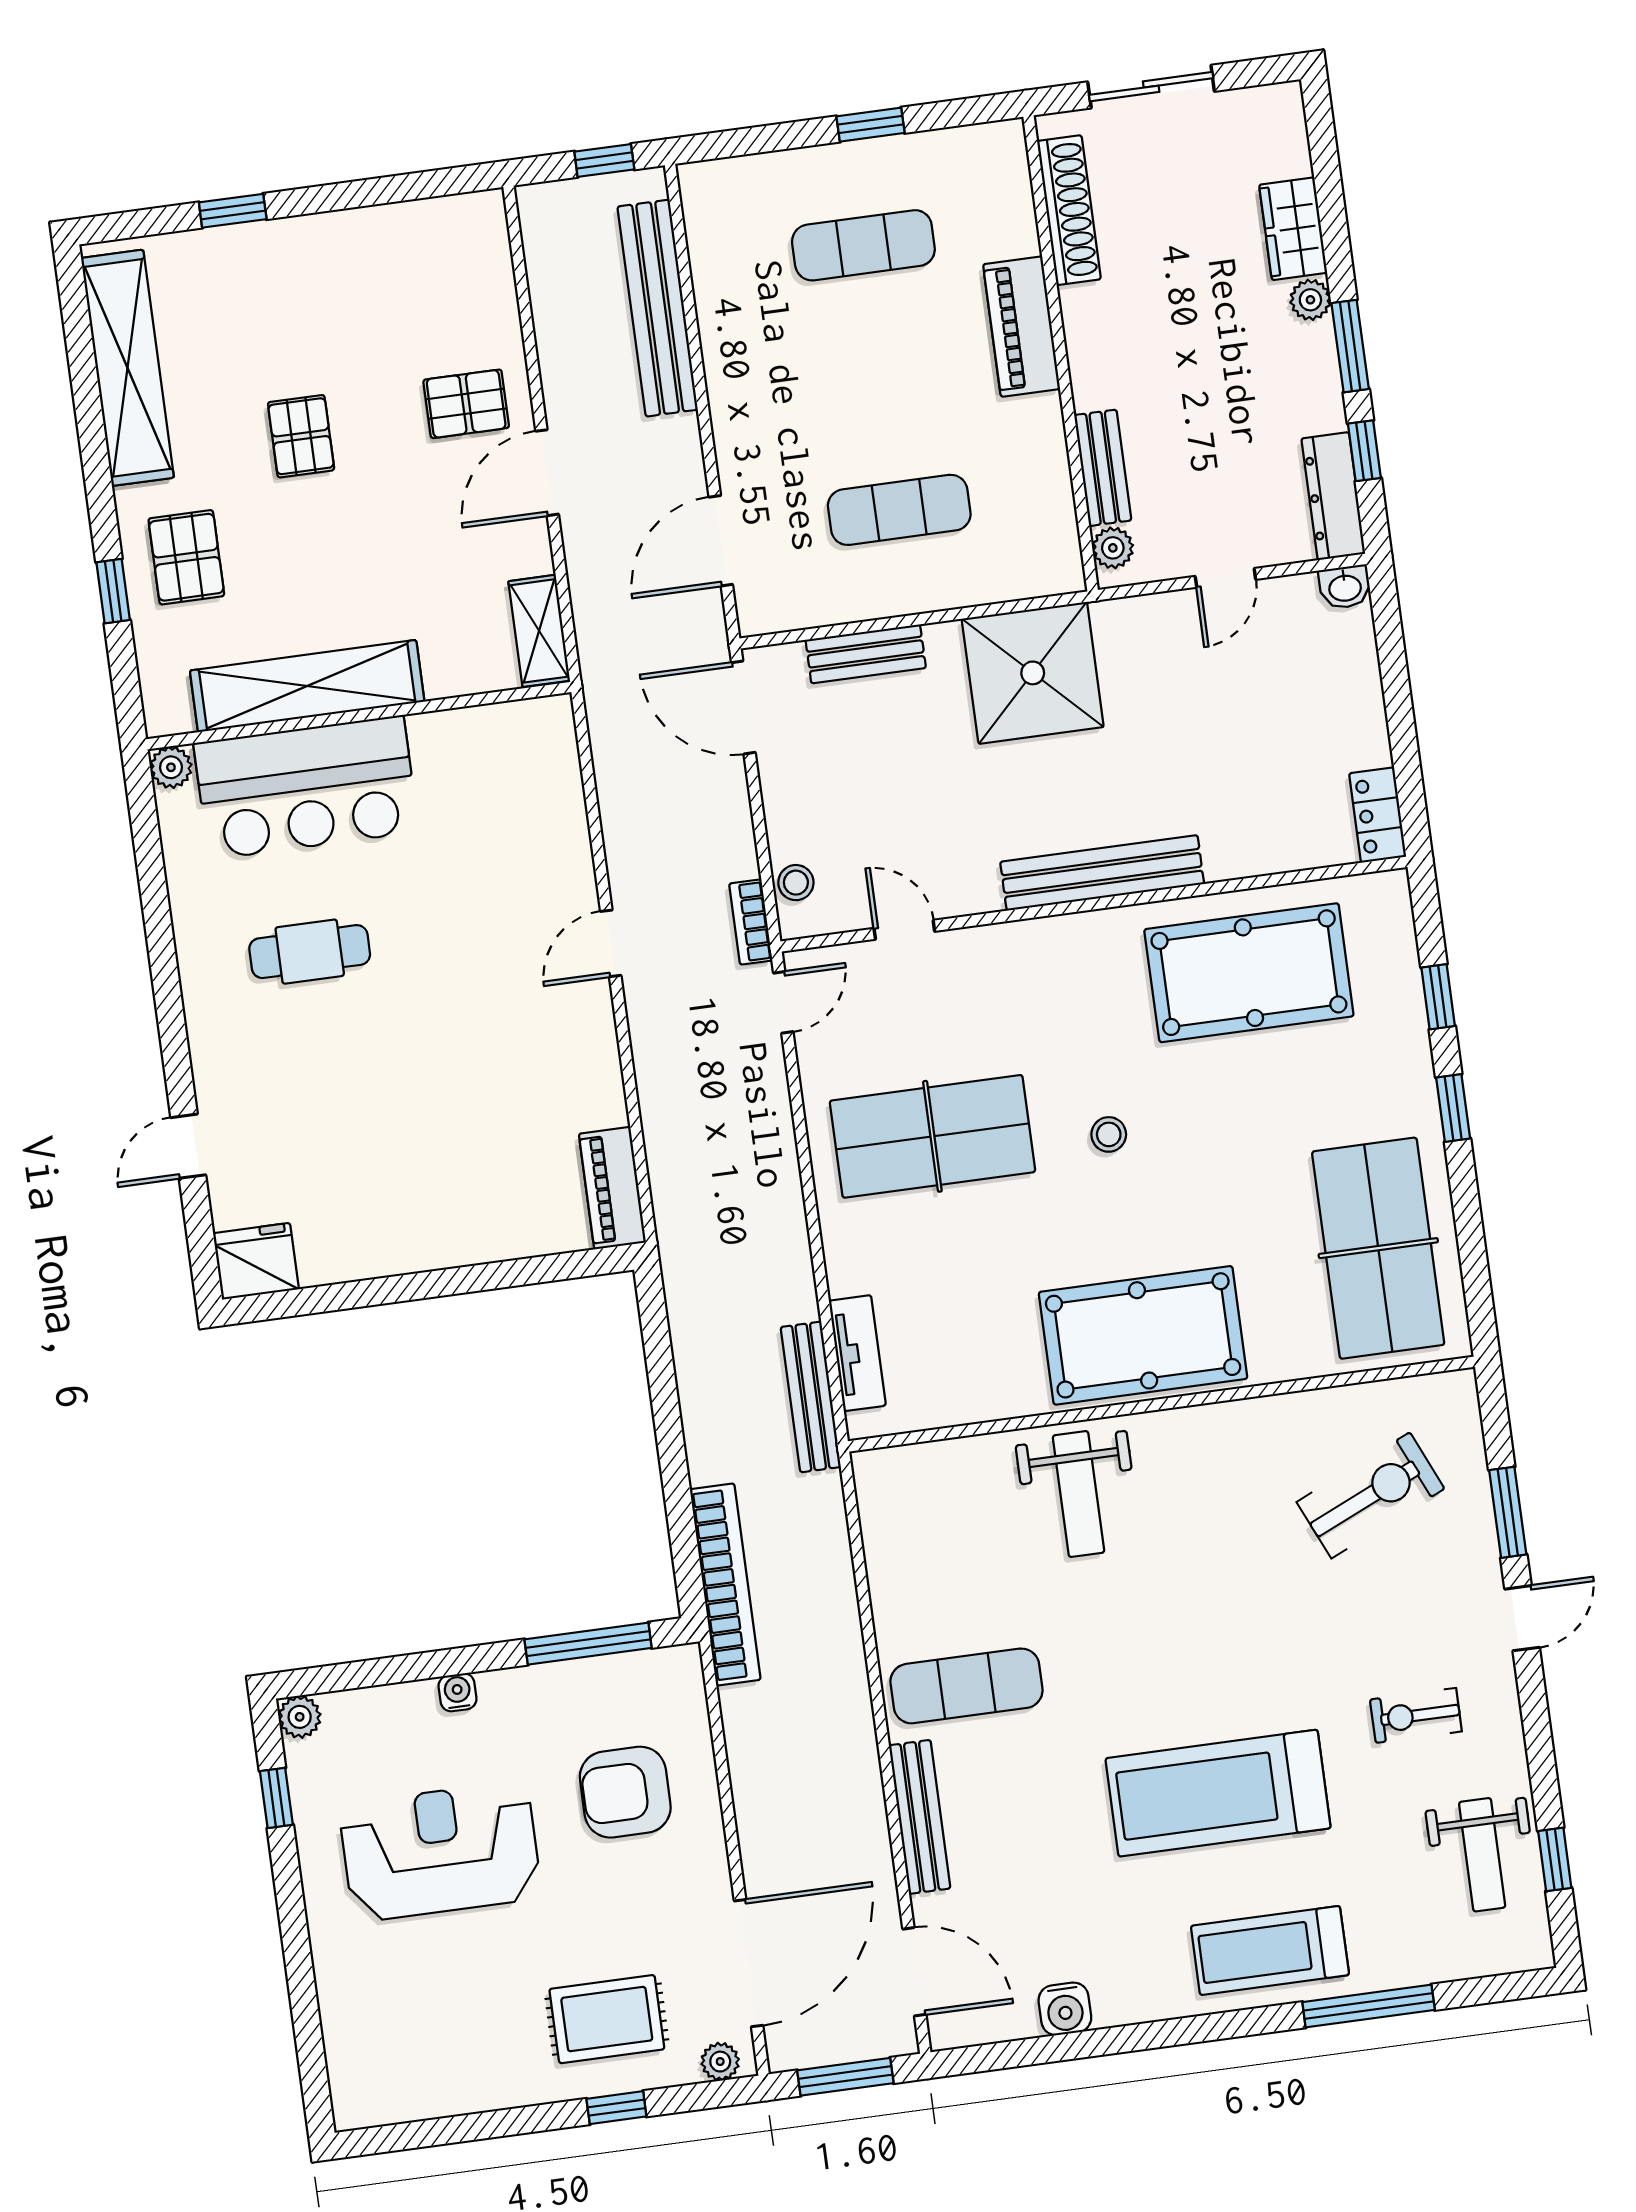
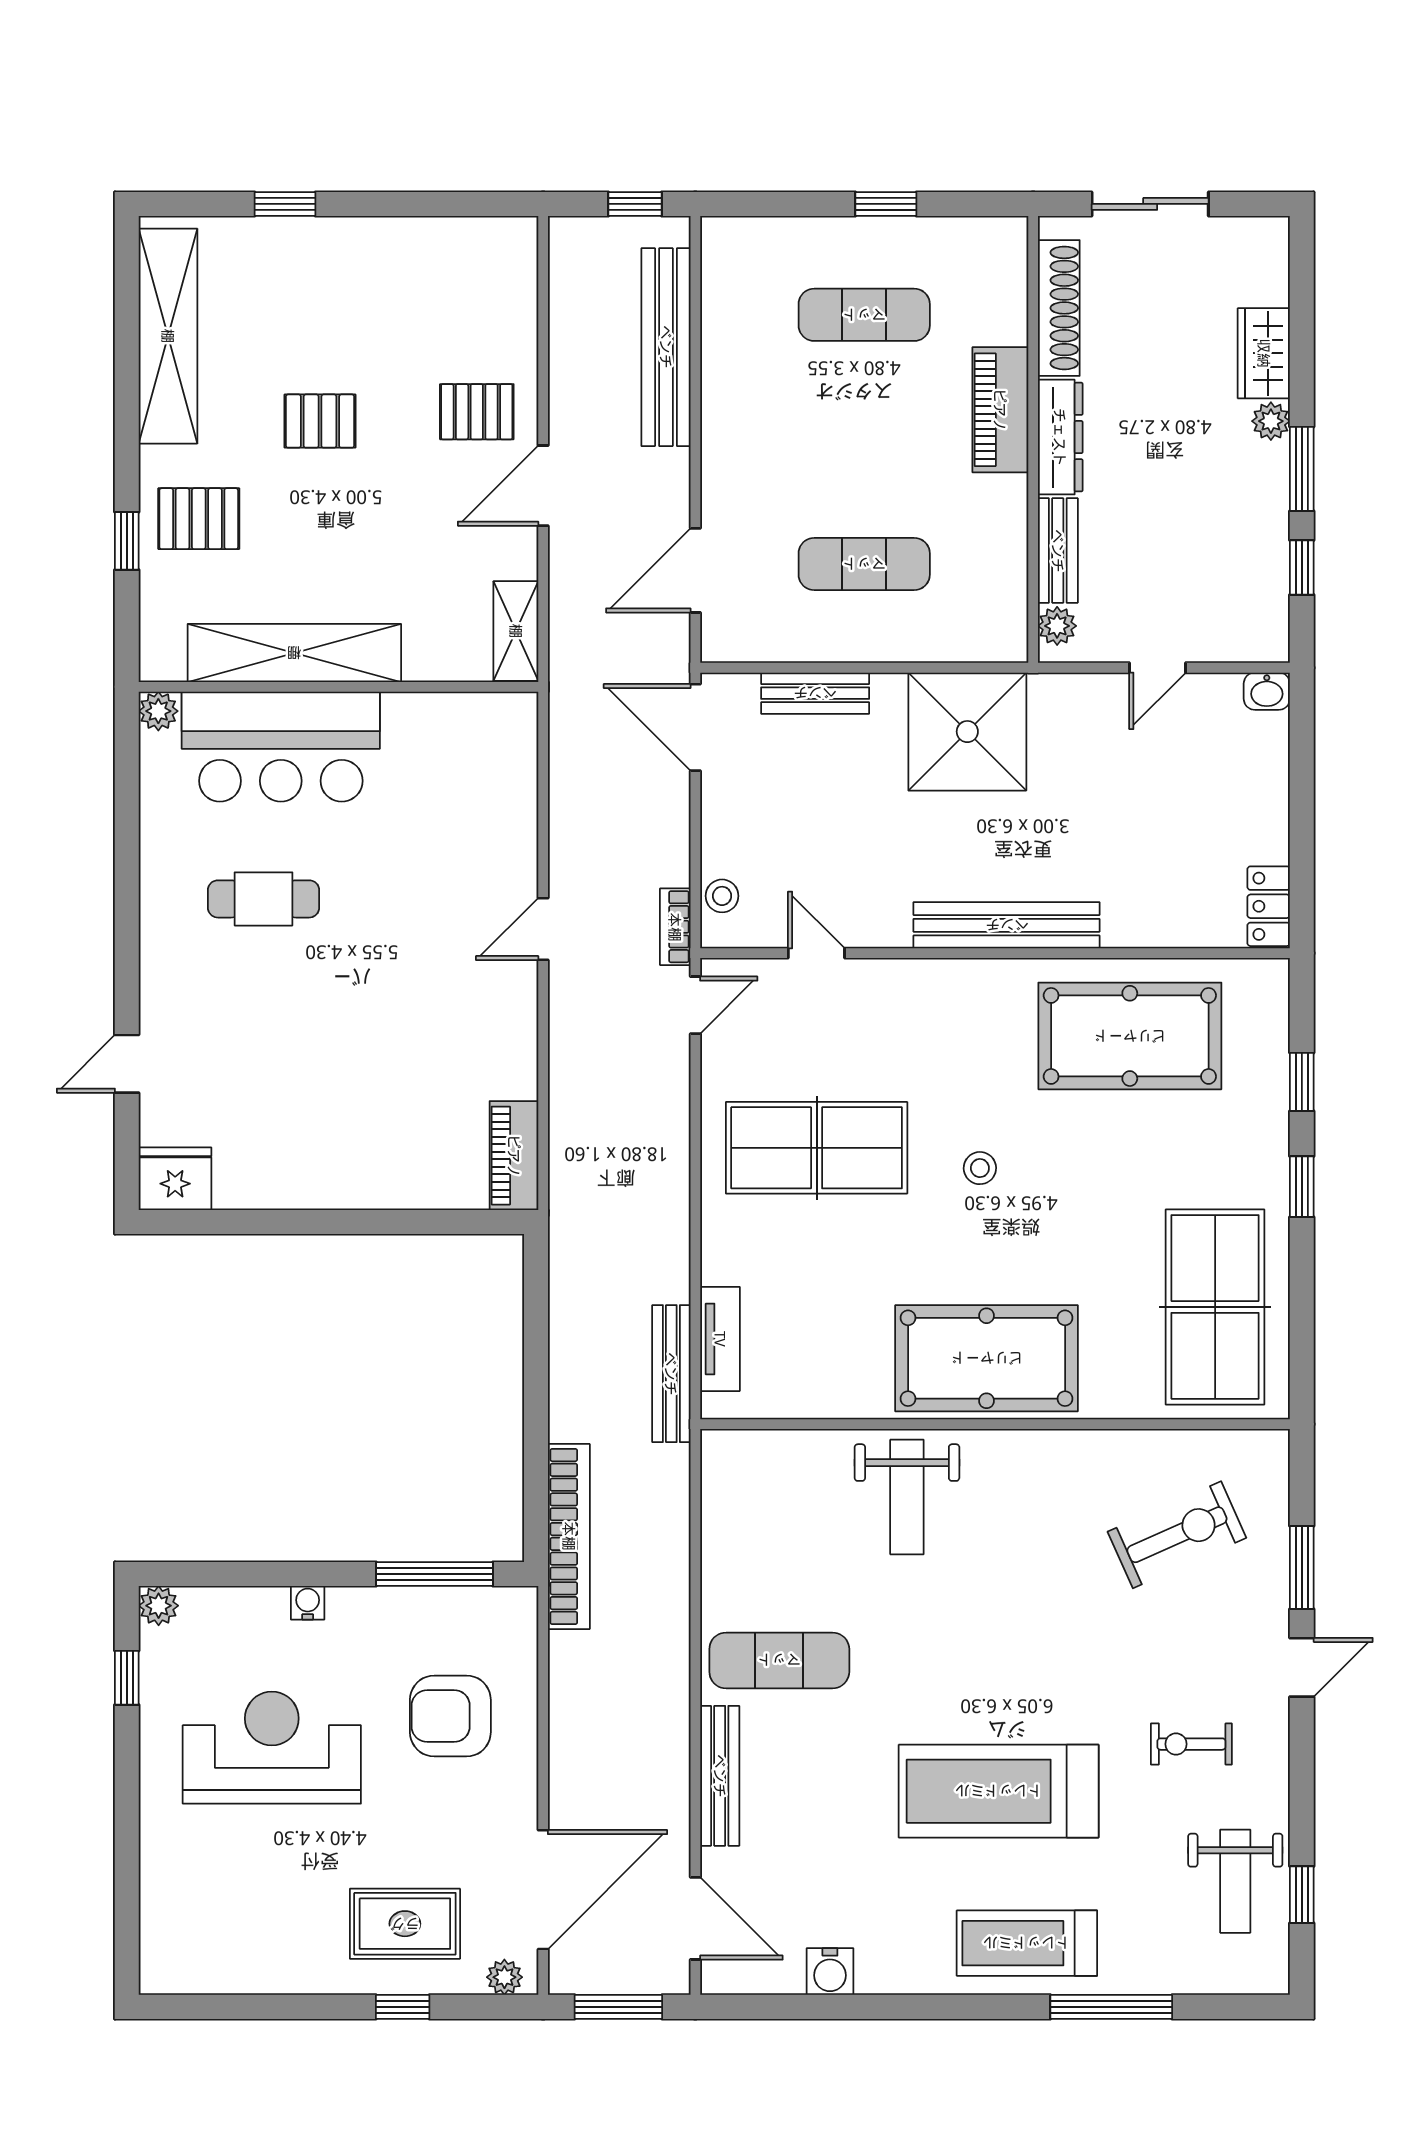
pallet: (301, 436) -> (320, 421), turned 90
dresser: (1333, 496) -> (1060, 437), moved, turned 180
pallet: (186, 557) -> (199, 519), turned 90

